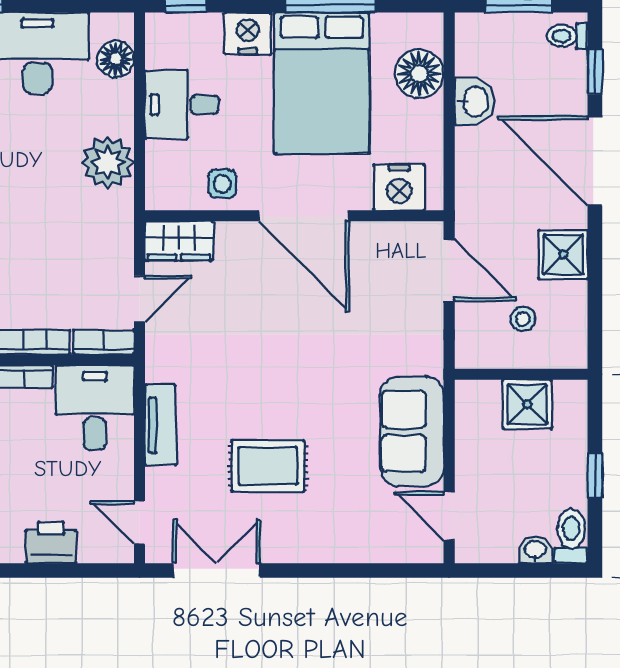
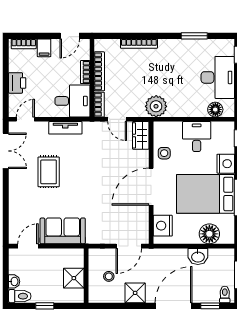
plant: (108, 162) -> (156, 106), moved

